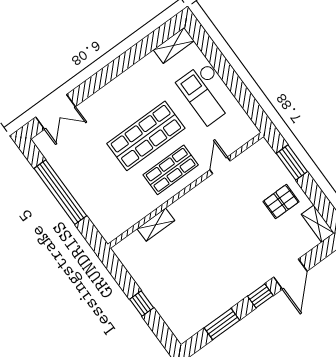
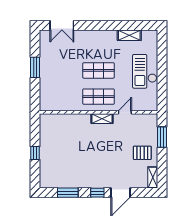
shelving: (174, 45) -> (129, 35), moved
shop shelf: (146, 136) -> (98, 70), width x0.70, depth x0.74
window: (60, 192) -> (35, 67), width x0.47
shelving: (156, 225) -> (102, 119), moved

